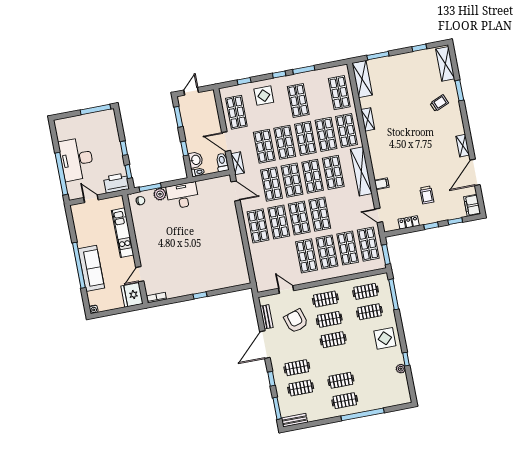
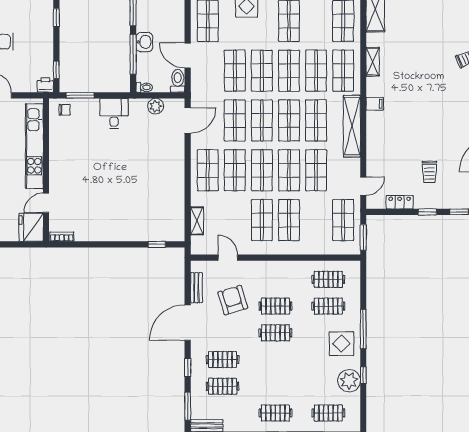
window: (124, 148) -> (56, 18), moved
window: (184, 148) -> (133, 54), width x2.17
washbasin: (195, 160) -> (144, 42), moved
shelving: (238, 163) -> (197, 221), moved
printer: (116, 183) -> (45, 85), width x0.53, depth x0.68
filing cabinet: (382, 184) -> (375, 104), moved
door: (236, 191) -> (188, 120), hinge flipped
plant: (160, 194) -> (156, 106), moved
desk: (183, 196) -> (114, 113), width x0.73
door: (379, 215) -> (363, 186), swing flipped
kitchen unit: (123, 233) -> (34, 146), width x1.36
shop shelf: (348, 248) -> (316, 170), moved
window: (394, 294) -> (363, 329), moved
window: (200, 295) -> (157, 244), moved
clothes rail: (325, 299) -> (275, 279), removed
plant: (401, 369) -> (349, 381), width x1.88, depth x1.88
clothes rail: (341, 380) -> (328, 413), moved

